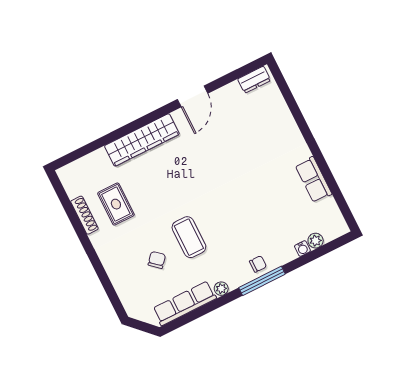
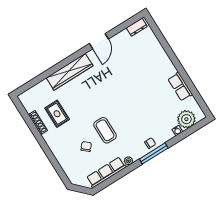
plant: (316, 241) -> (186, 119), width x1.87, depth x1.87

